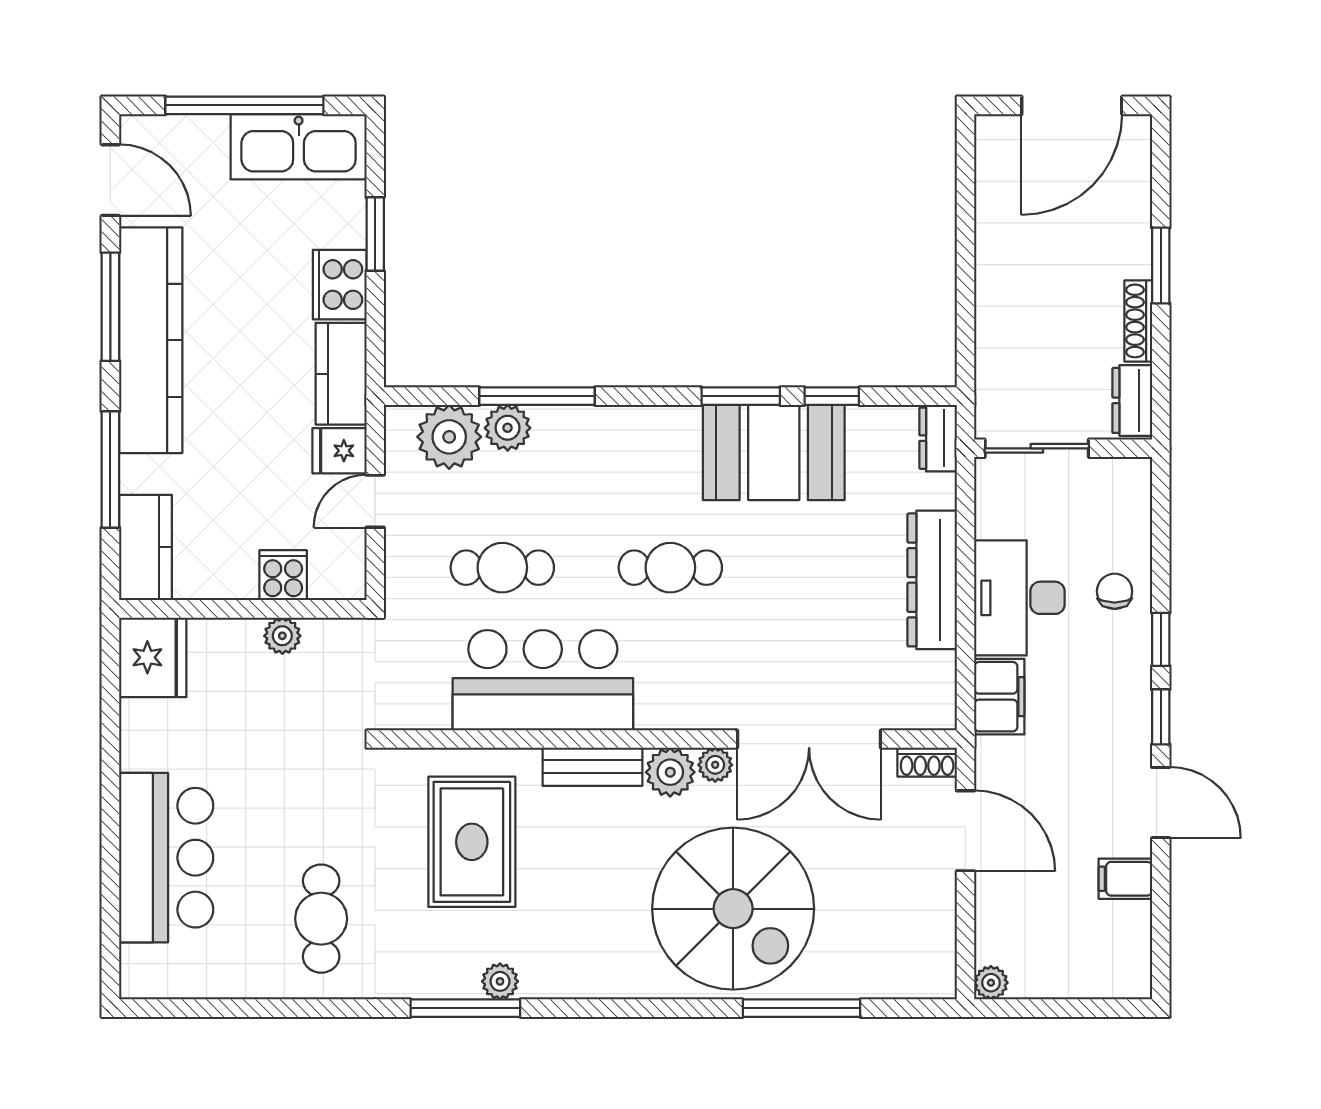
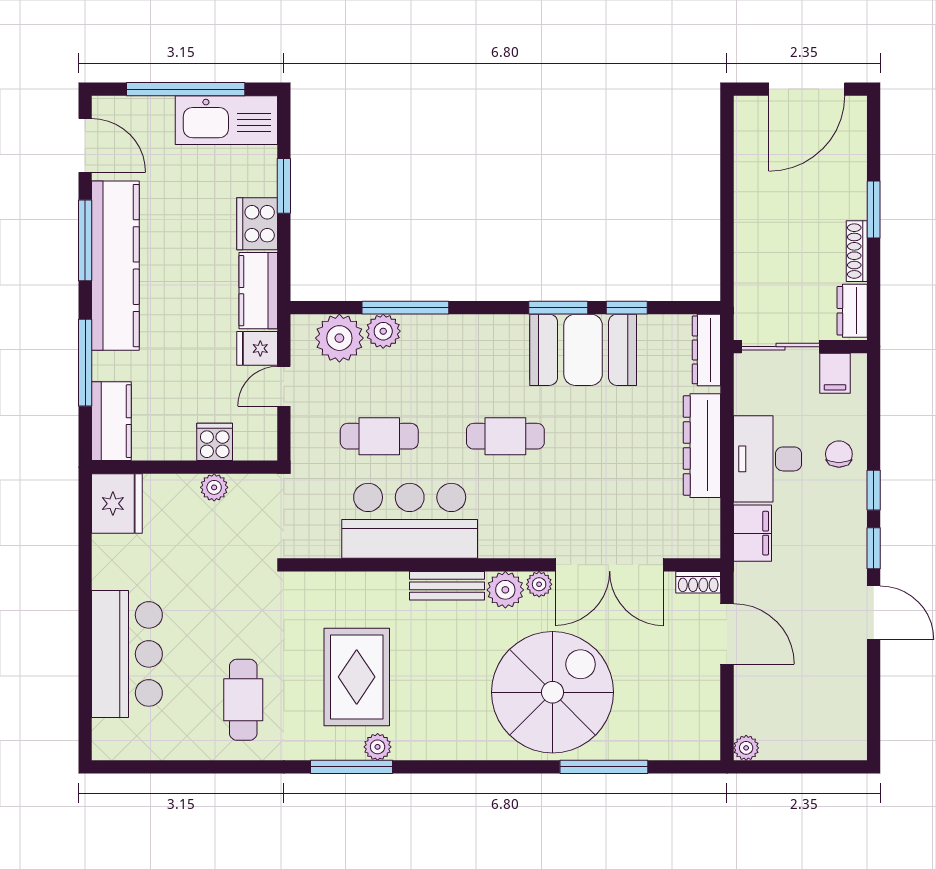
dresser: (938, 438) -> (706, 350), width x1.44
rug: (472, 842) -> (357, 677), moved
filing cabinet: (1125, 879) -> (835, 373), moved, turned -90
spiral stairs: (733, 909) -> (553, 692), turned -90

